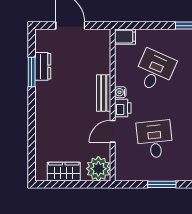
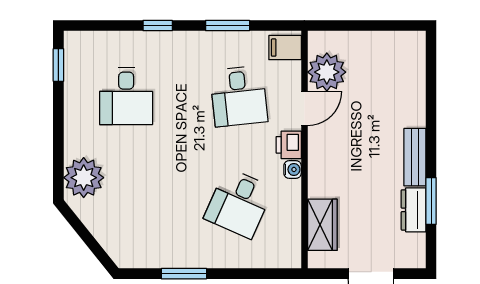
filing cabinet: (125, 37) -> (285, 48), moved
bench: (104, 93) -> (415, 157), moved
plant: (98, 169) -> (327, 72), moved
wardrobe: (64, 172) -> (322, 225), moved, turned -90

